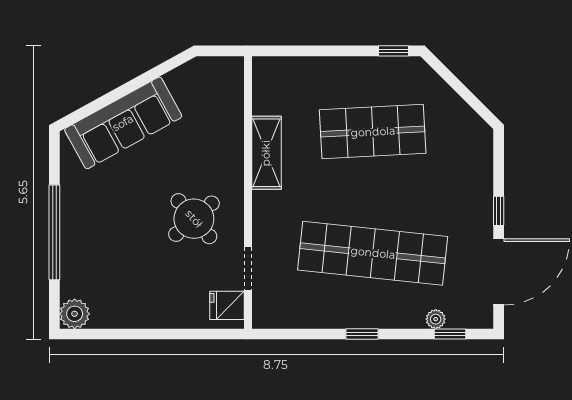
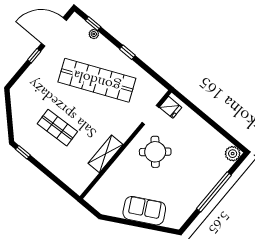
sofa: (123, 123) -> (144, 211), width x0.73
shop shelf: (373, 132) -> (57, 128), width x0.70, depth x0.74
shop shelf: (373, 253) -> (97, 80), turned -30

